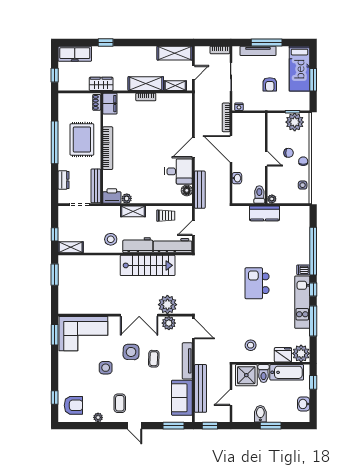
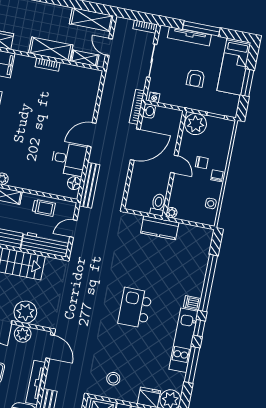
door: (193, 73) -> (109, 47), swing flipped
plant: (295, 122) -> (196, 124), moved
door: (231, 149) -> (135, 145), swing flipped
washbasin: (237, 178) -> (149, 111), moved

